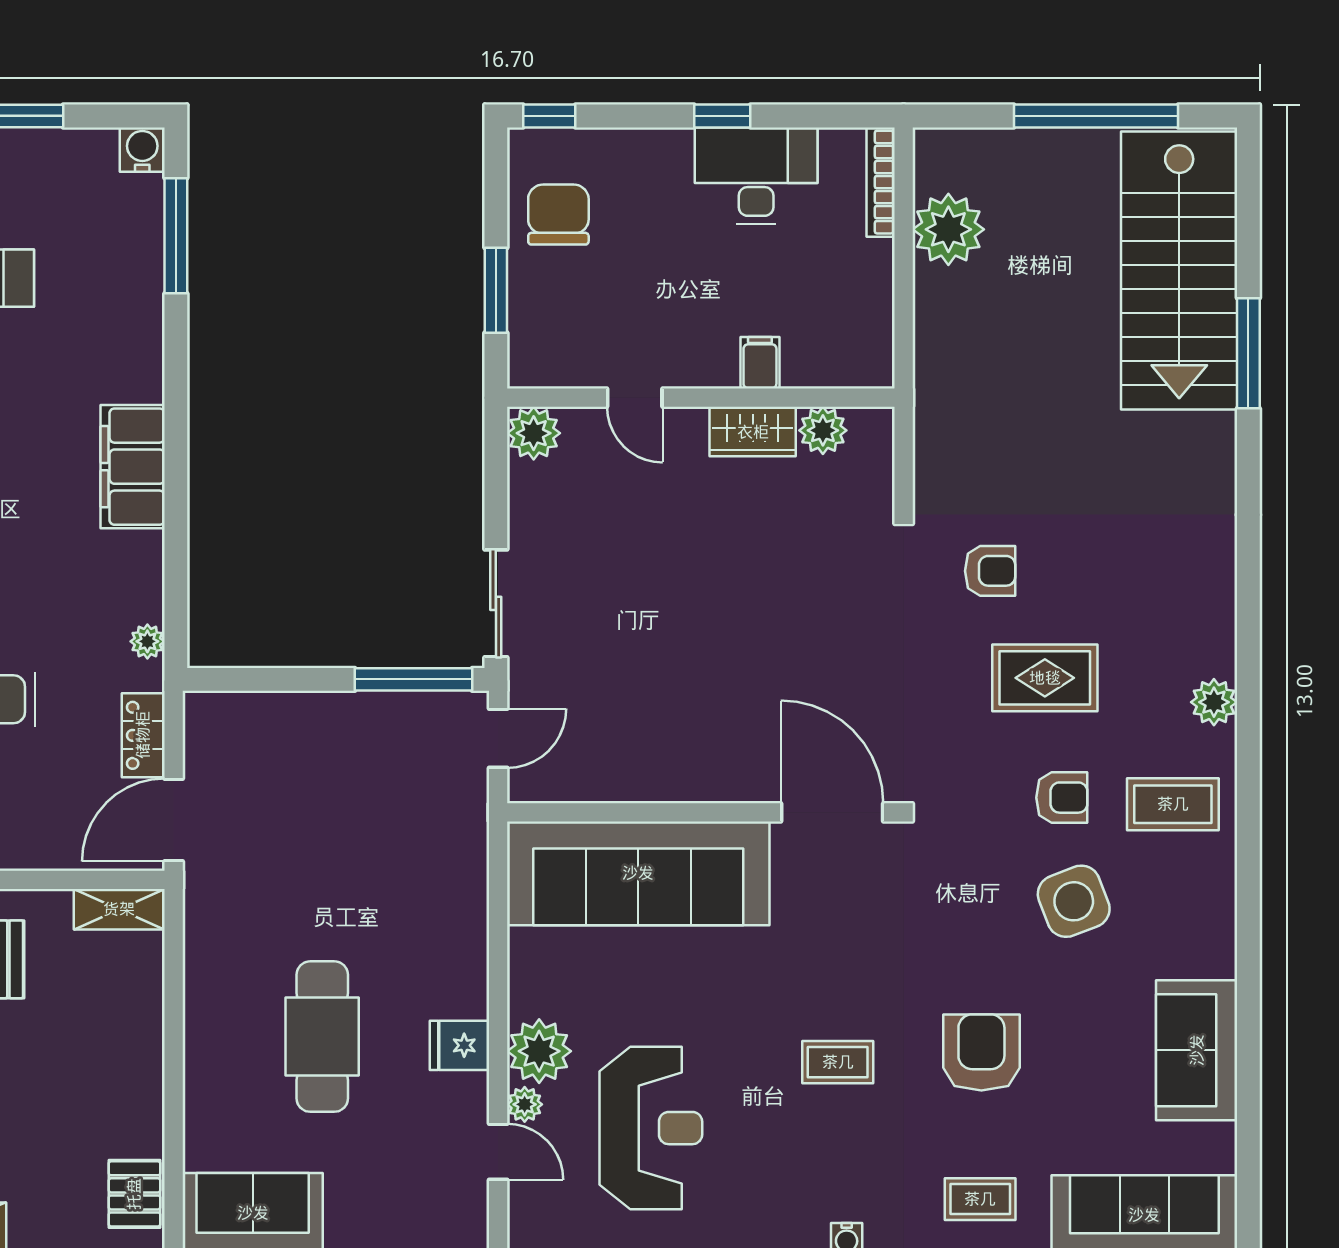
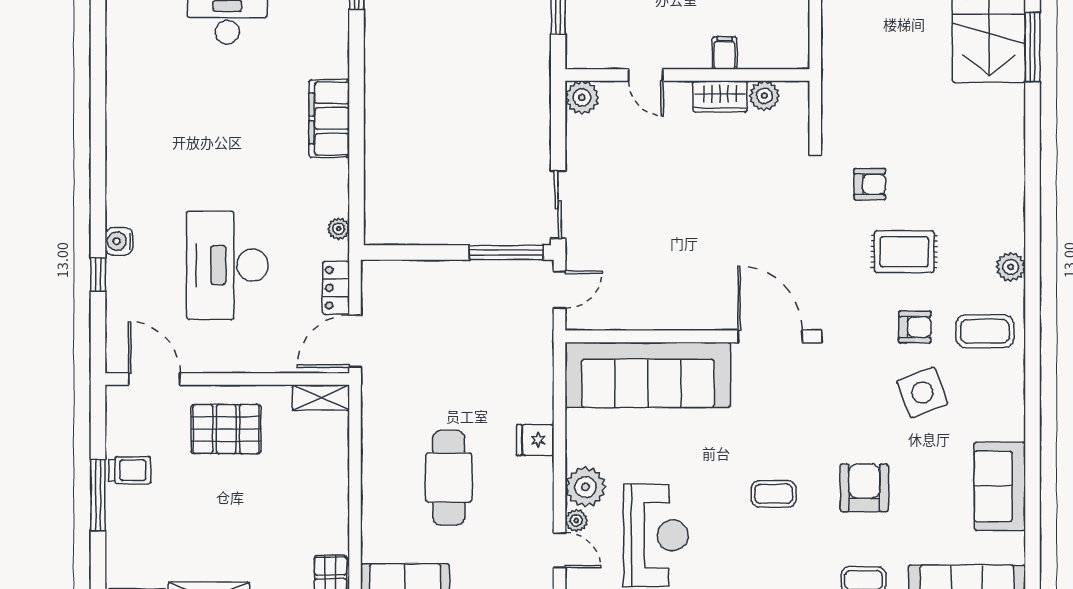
fridge: (459, 1045) -> (535, 440), moved

